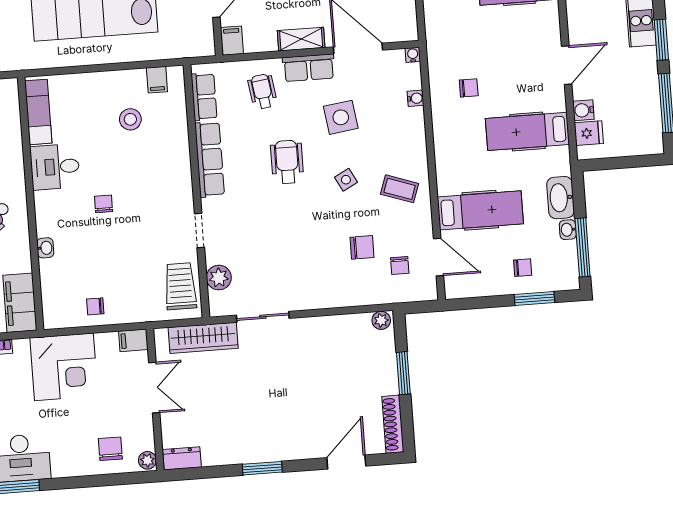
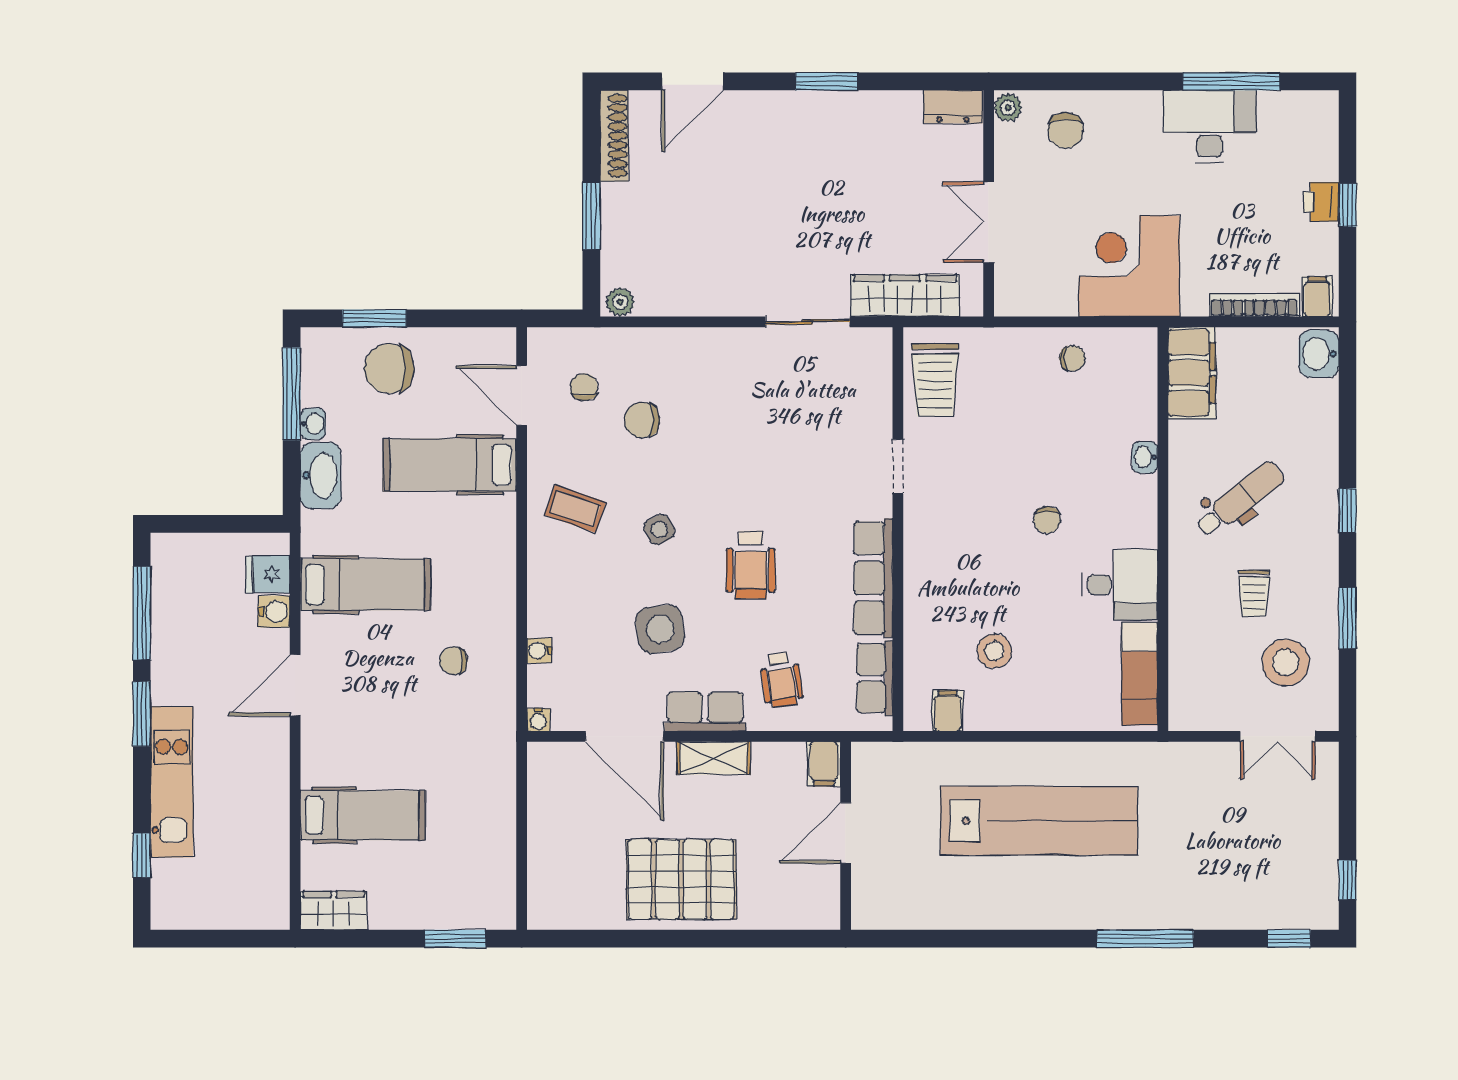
chair: (523, 268) -> (389, 369), width x1.87, depth x1.87
plant: (219, 278) -> (873, 389), removed
filing cabinet: (133, 340) -> (1016, 300), removed

